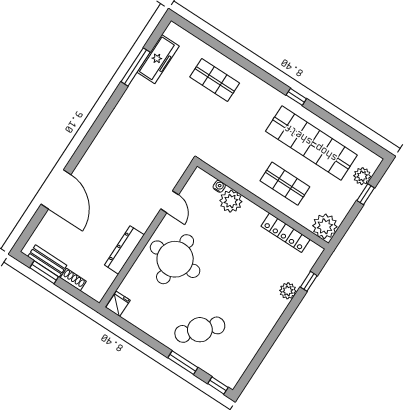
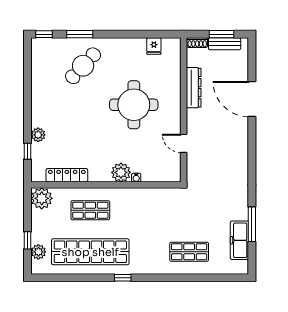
door: (170, 202) -> (184, 143), moved
wall: (148, 235) -> (184, 110), moved
dresser: (124, 250) -> (194, 88), moved

